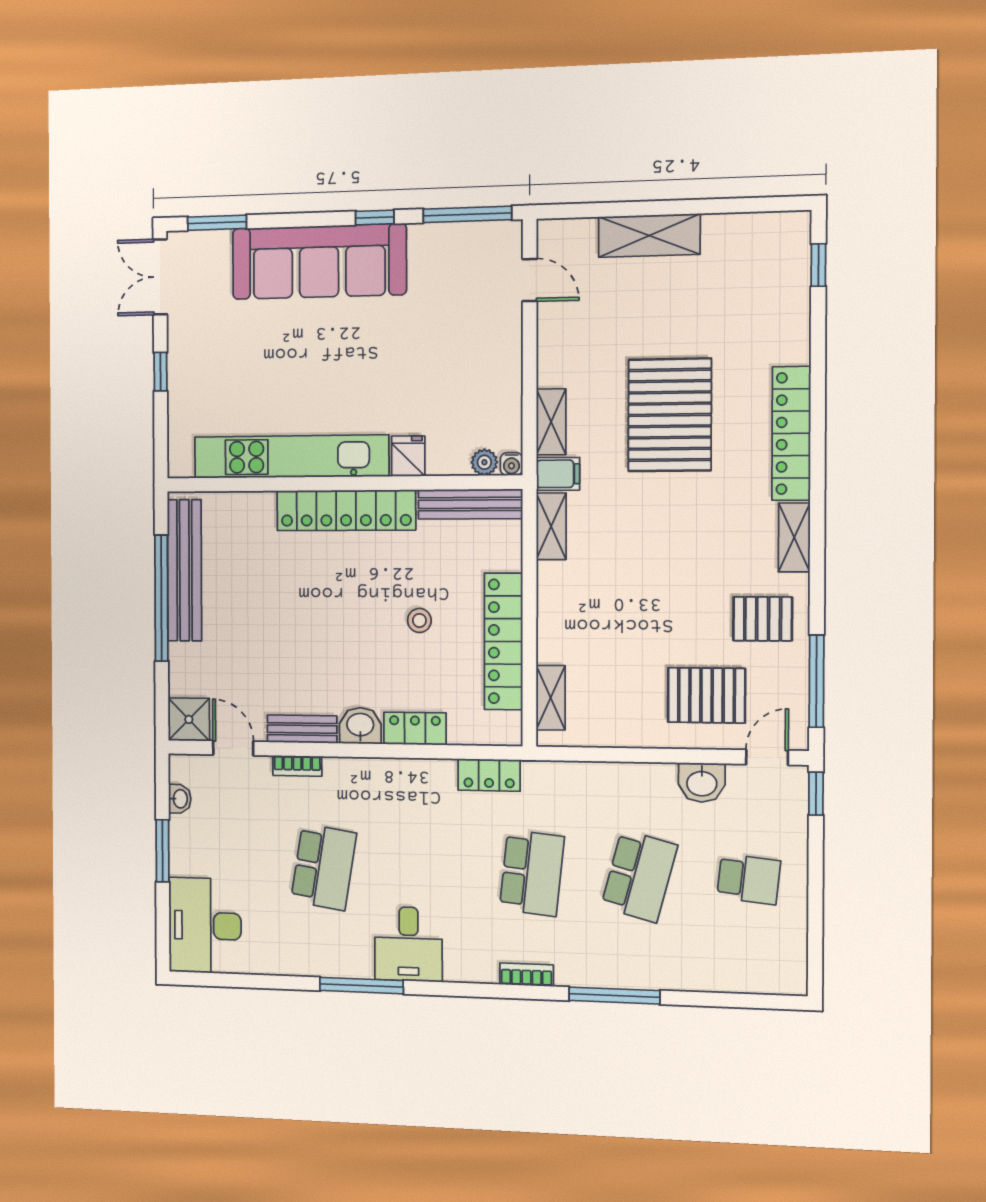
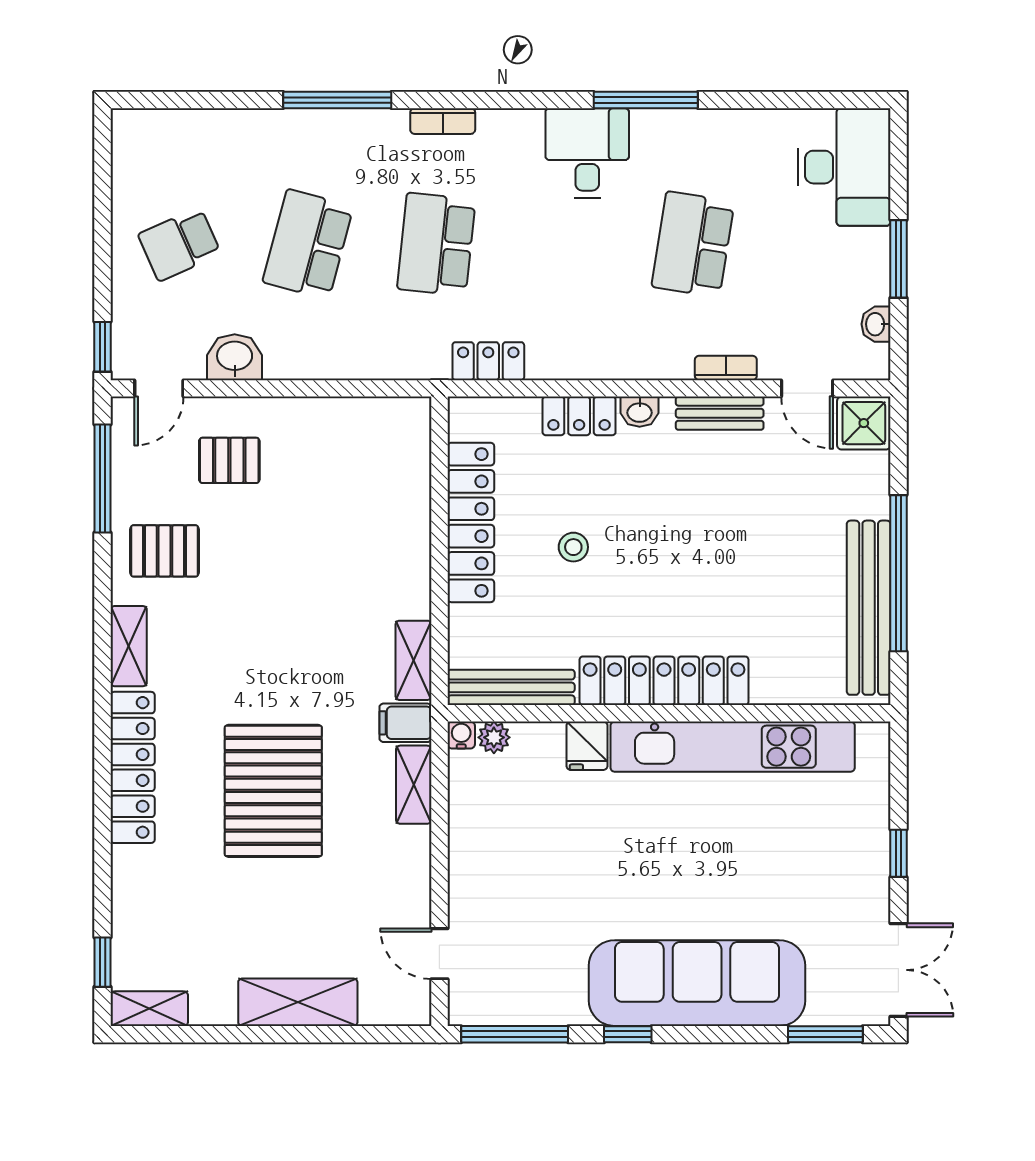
pallet: (707, 695) -> (229, 460), width x0.67, depth x0.71
shelving: (551, 698) -> (149, 1009), moved, turned 90
washbasin: (360, 726) -> (640, 412), width x0.72, depth x0.69
school desk: (749, 879) -> (180, 244), turned -30

